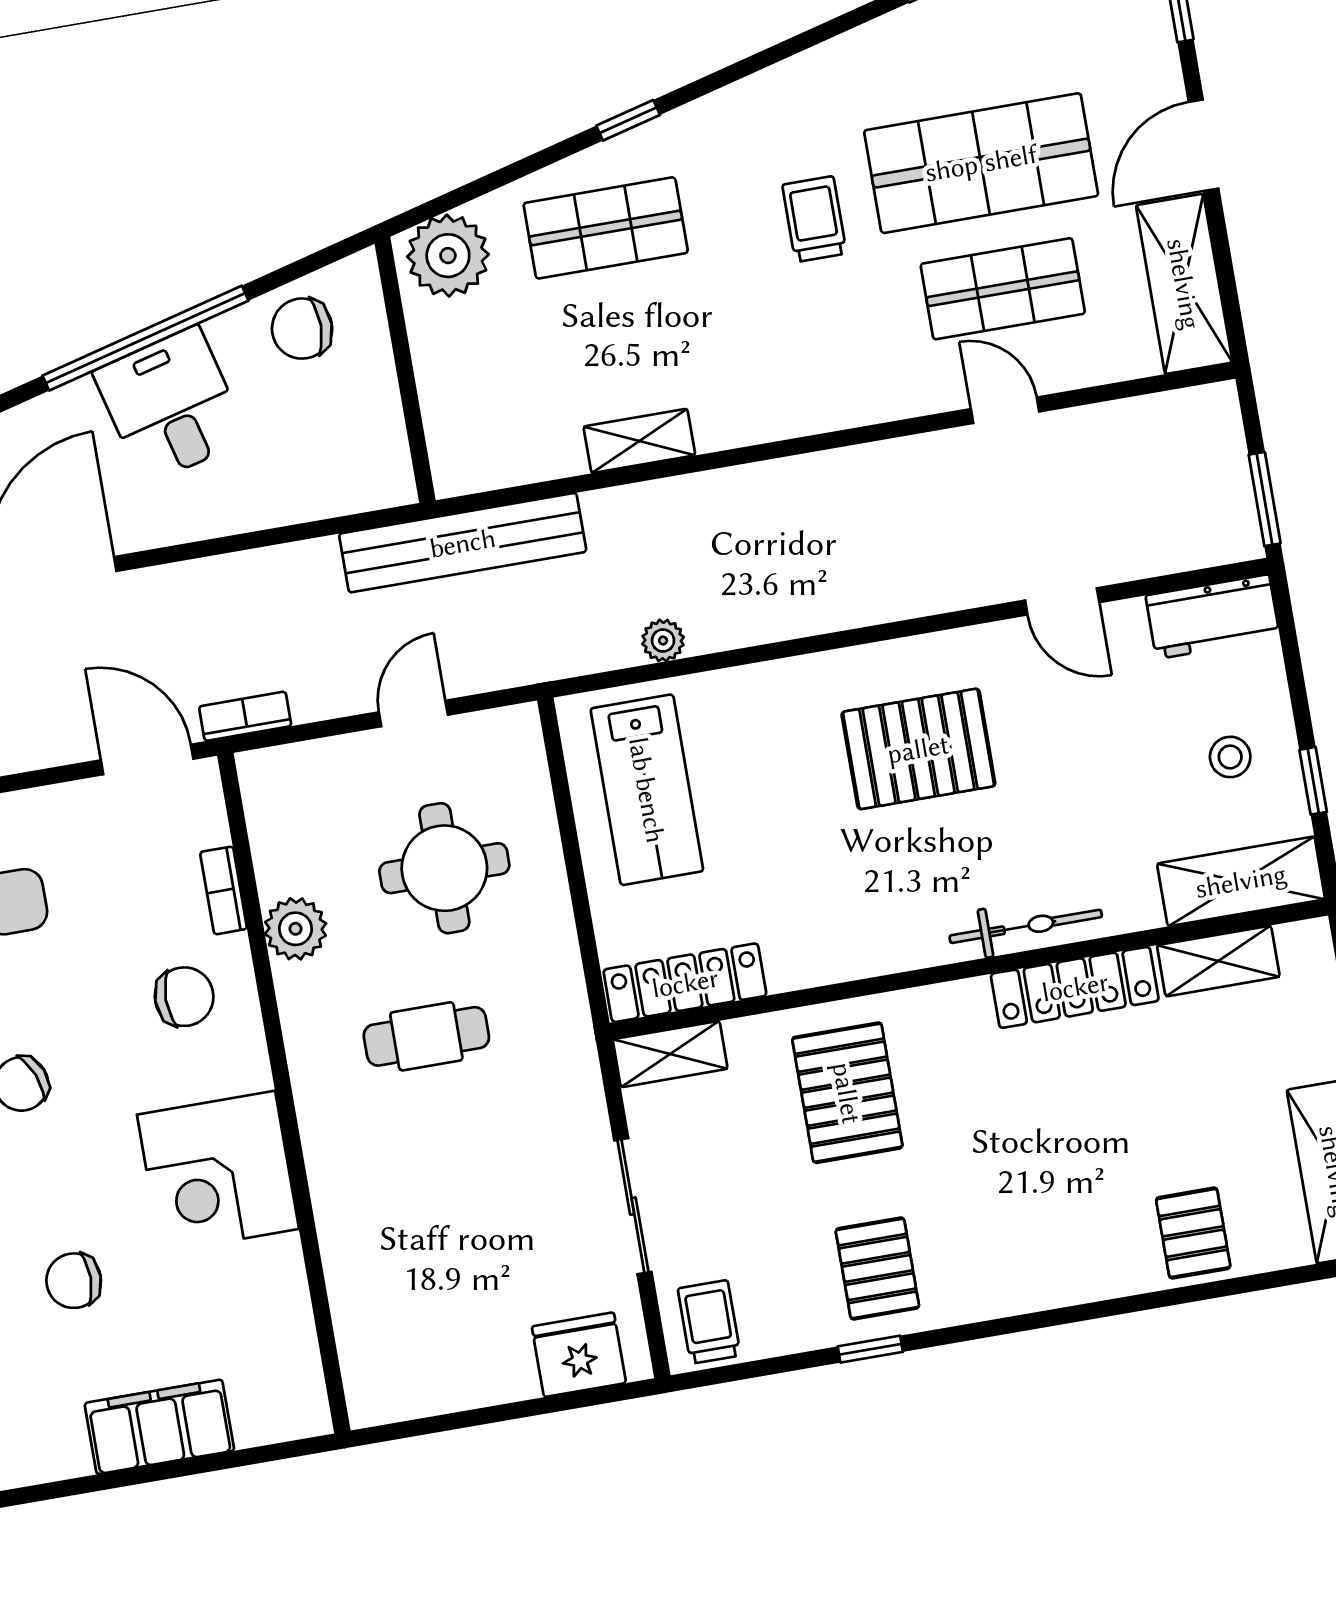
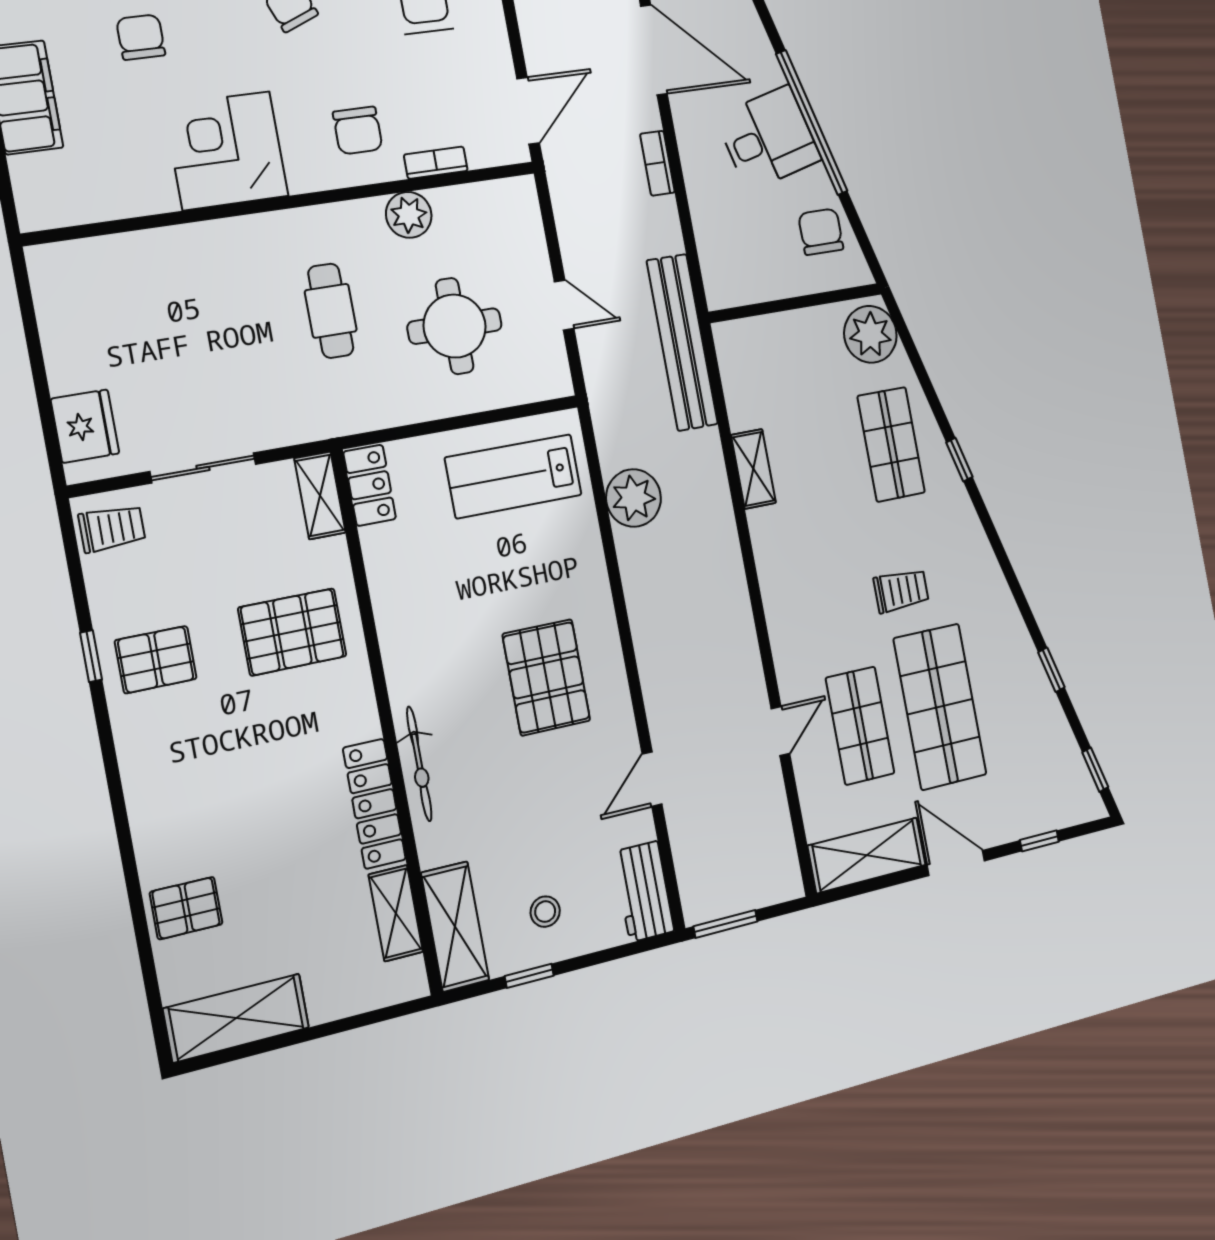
plant: (663, 641) -> (634, 498), width x1.88, depth x1.88
bookcase: (245, 716) -> (657, 163), moved, turned 180
locker: (685, 983) -> (370, 485), width x0.66

